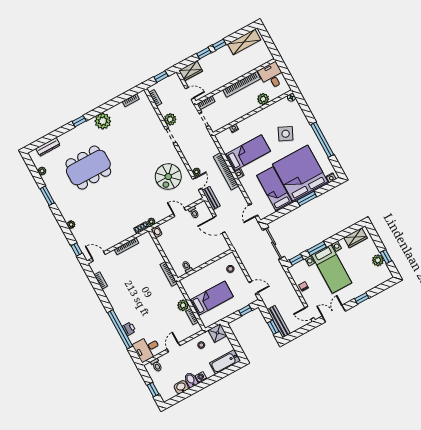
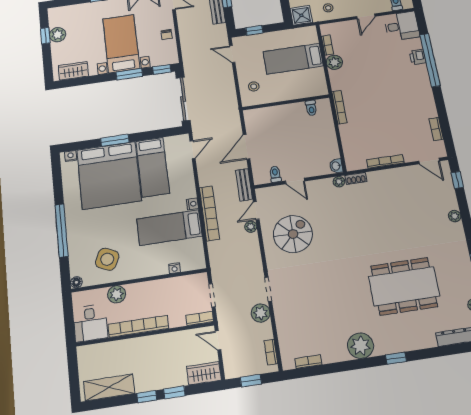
side table: (286, 134) -> (107, 259), moved
window: (322, 140) -> (61, 230), moved
door: (219, 225) -> (246, 147), swing flipped

